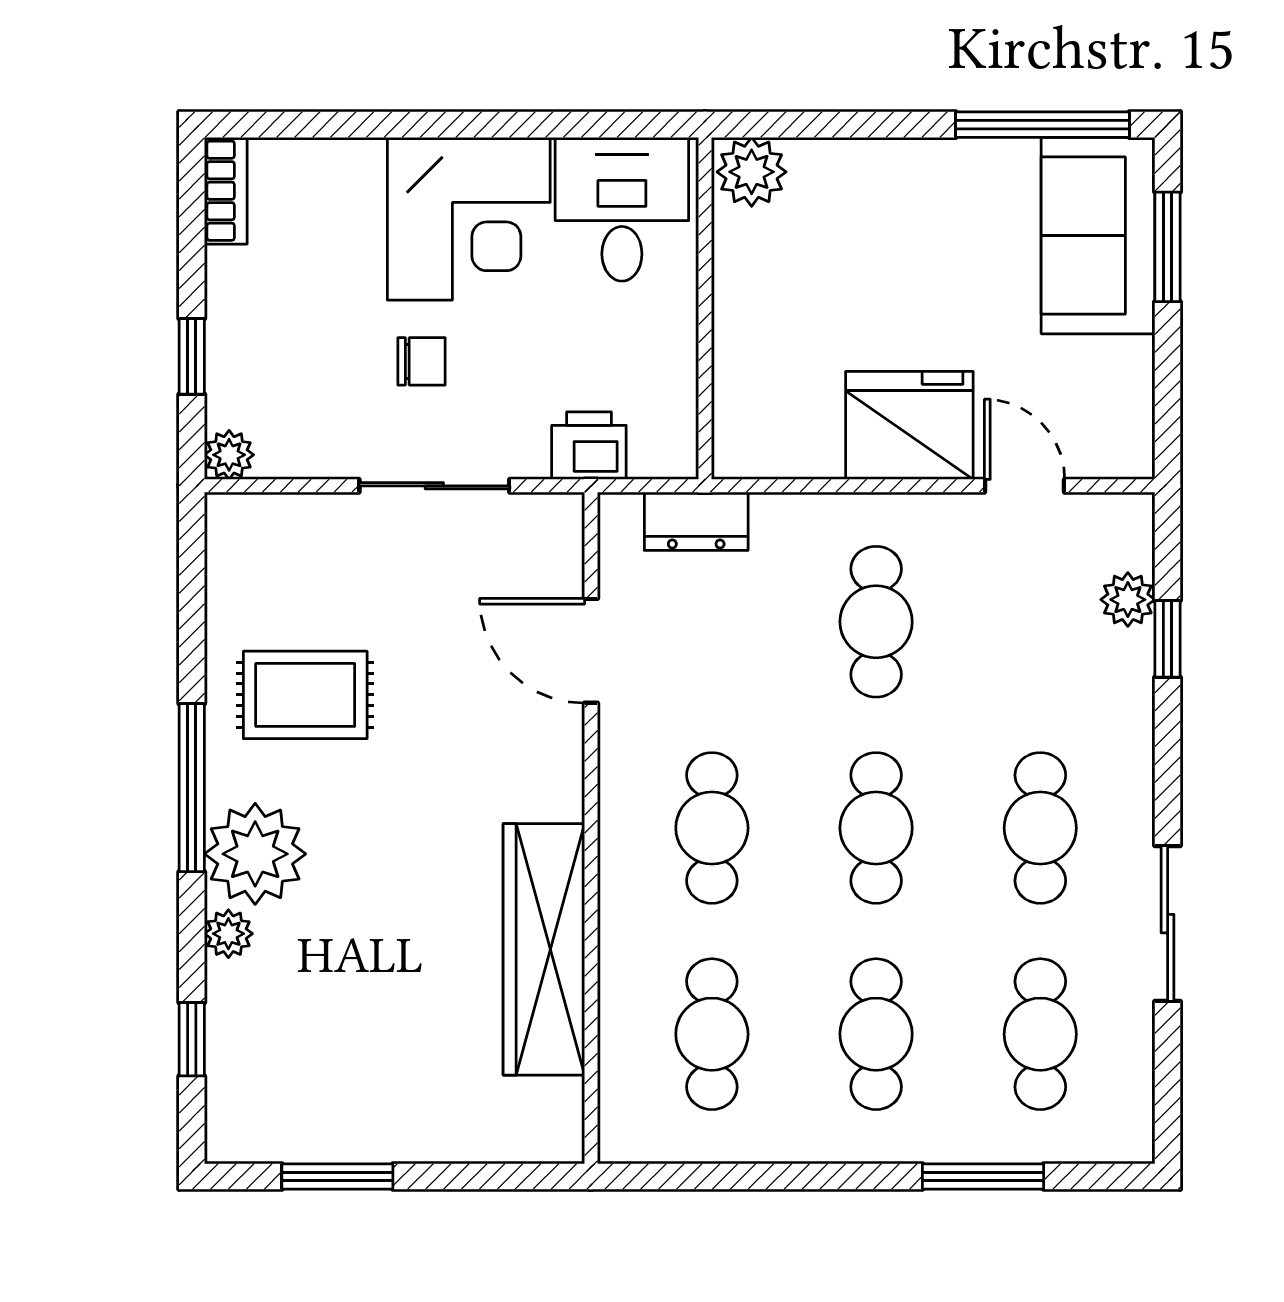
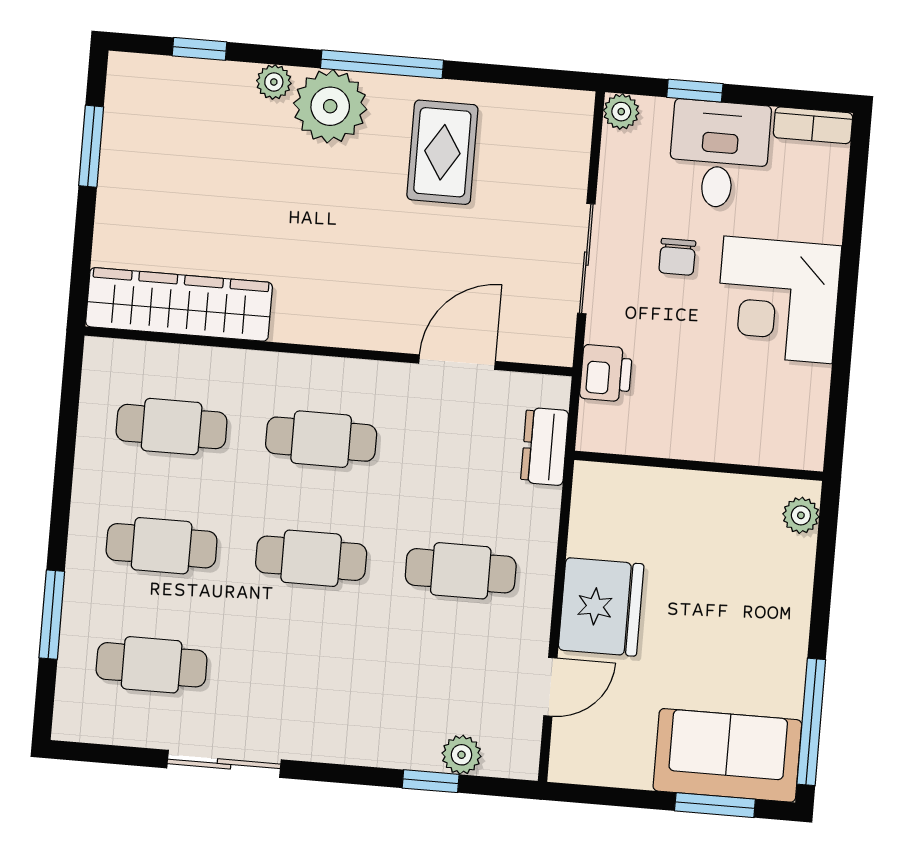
plant: (752, 172) -> (801, 515), width x0.73, depth x0.73
desk: (622, 209) -> (719, 154), moved, turned -90
cafe table: (1040, 828) -> (301, 677), removed
wardrobe: (544, 949) -> (179, 304), moved

